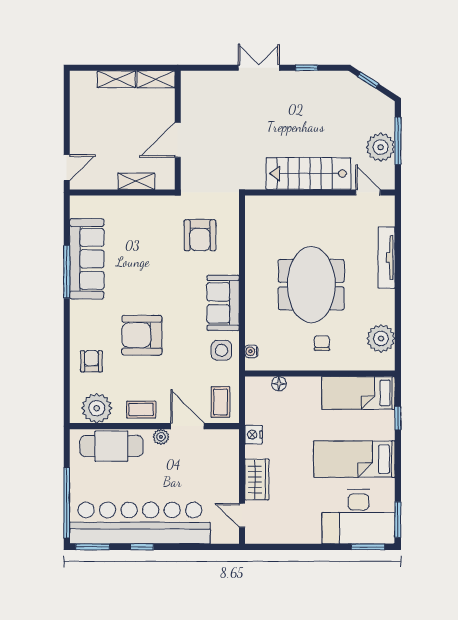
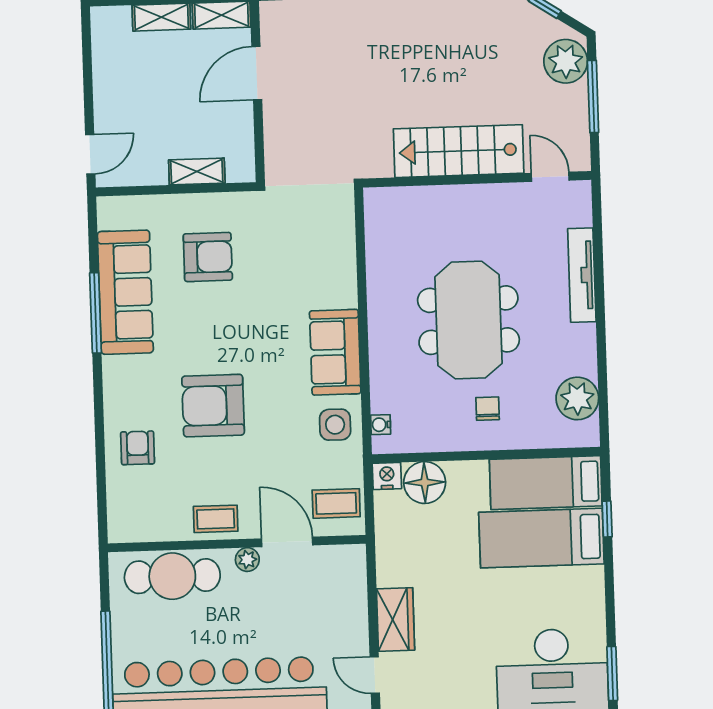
door: (178, 140) -> (257, 73), moved
plant: (381, 147) -> (566, 61), moved
armchair: (200, 235) -> (208, 257), moved, turned -90
floor lamp: (279, 384) -> (425, 483), width x1.89, depth x1.89
coffee table: (220, 402) -> (336, 503), turned 90
plant: (97, 408) -> (148, 519), removed
nightstand: (254, 435) -> (387, 476), moved, turned 90
bed: (354, 459) -> (541, 538), moved

